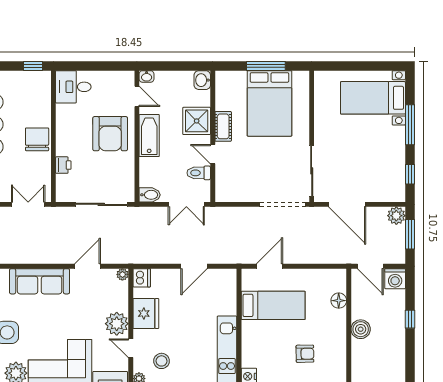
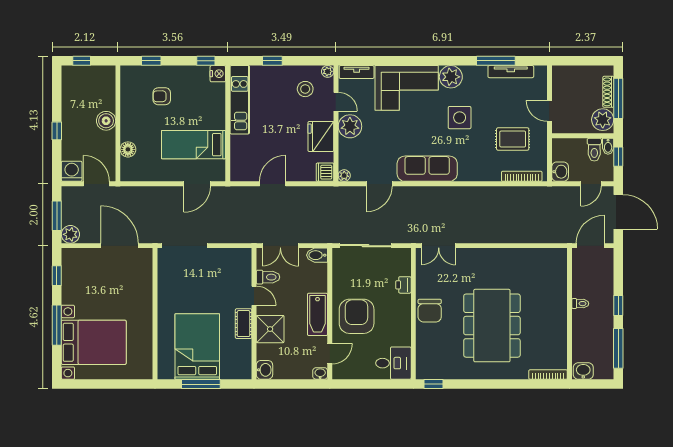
door: (137, 96) -> (330, 354), swing flipped
bed with nightstands: (373, 98) -> (94, 342), width x1.36
sliding door: (312, 171) -> (155, 279), removed
double door: (186, 204) -> (280, 246), swing flipped

